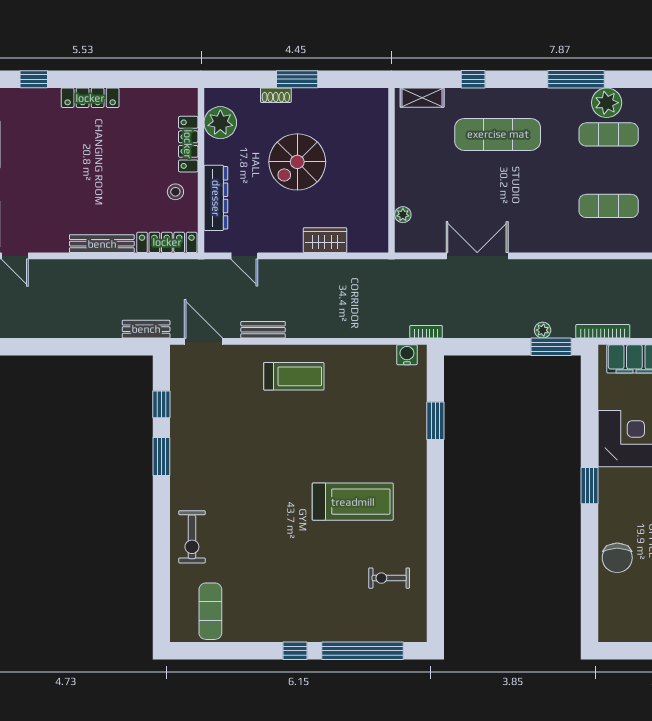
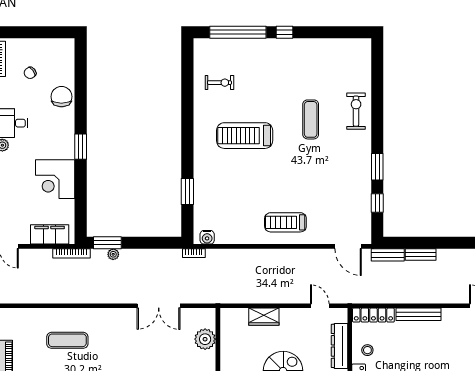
plant: (403, 215) -> (205, 339), width x1.88, depth x1.88
bench: (263, 330) -> (421, 255), moved
exercise mat: (210, 611) -> (311, 119), moved

